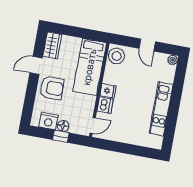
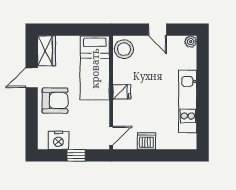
dishwasher: (105, 105) -> (146, 141), moved, turned -90
floor lamp: (63, 126) -> (77, 143), removed

